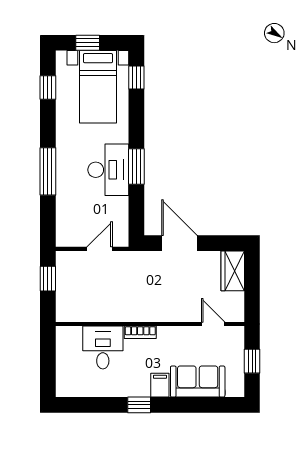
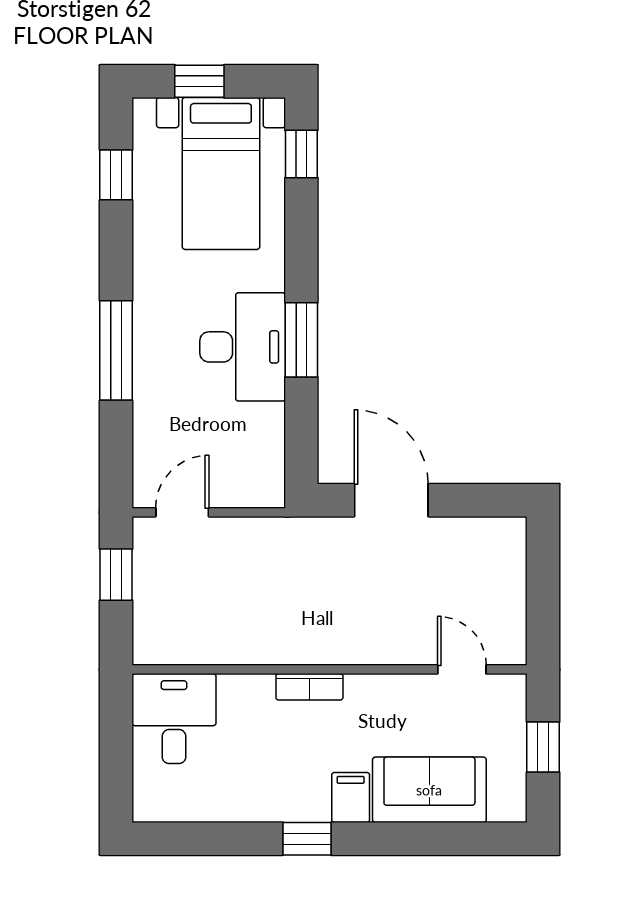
door: (100, 249) -> (182, 512), moved
wardrobe: (233, 271) -> (503, 558), removed
desk: (103, 347) -> (174, 719), moved

